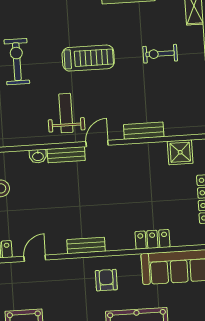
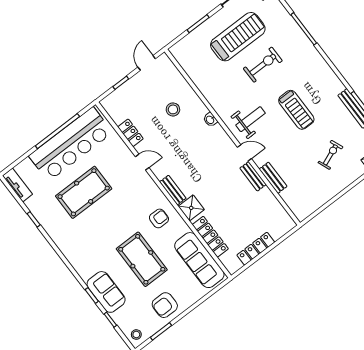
exercise bike: (160, 54) -> (330, 155), turned 68
shower: (180, 152) -> (191, 208), moved
bench: (66, 155) -> (253, 176), moved
locker: (152, 239) -> (210, 237), width x1.53

